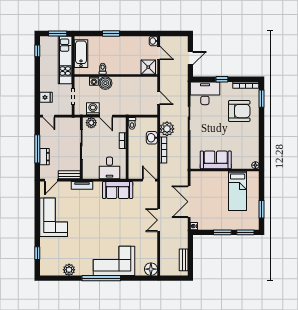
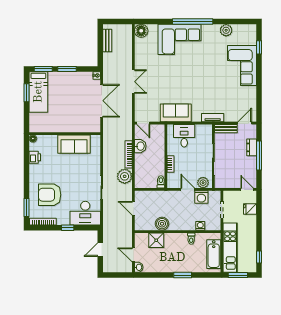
shower: (148, 67) -> (156, 240), moved
boiler: (105, 83) -> (162, 224), moved
washbasin: (152, 138) -> (140, 146), moved
printer: (254, 147) -> (35, 157), added
bed: (238, 191) -> (38, 92), moved, turned 180
corner sofa: (54, 217) -> (242, 65), moved

